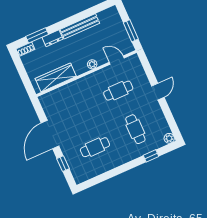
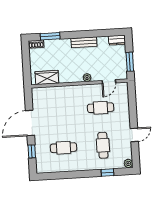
bench: (80, 26) -> (84, 42), width x0.73
dresser: (53, 38) -> (117, 40), moved
door: (117, 60) -> (109, 82), swing flipped
wardrobe: (56, 77) -> (47, 78), width x0.67
door: (158, 92) -> (134, 135), moved

